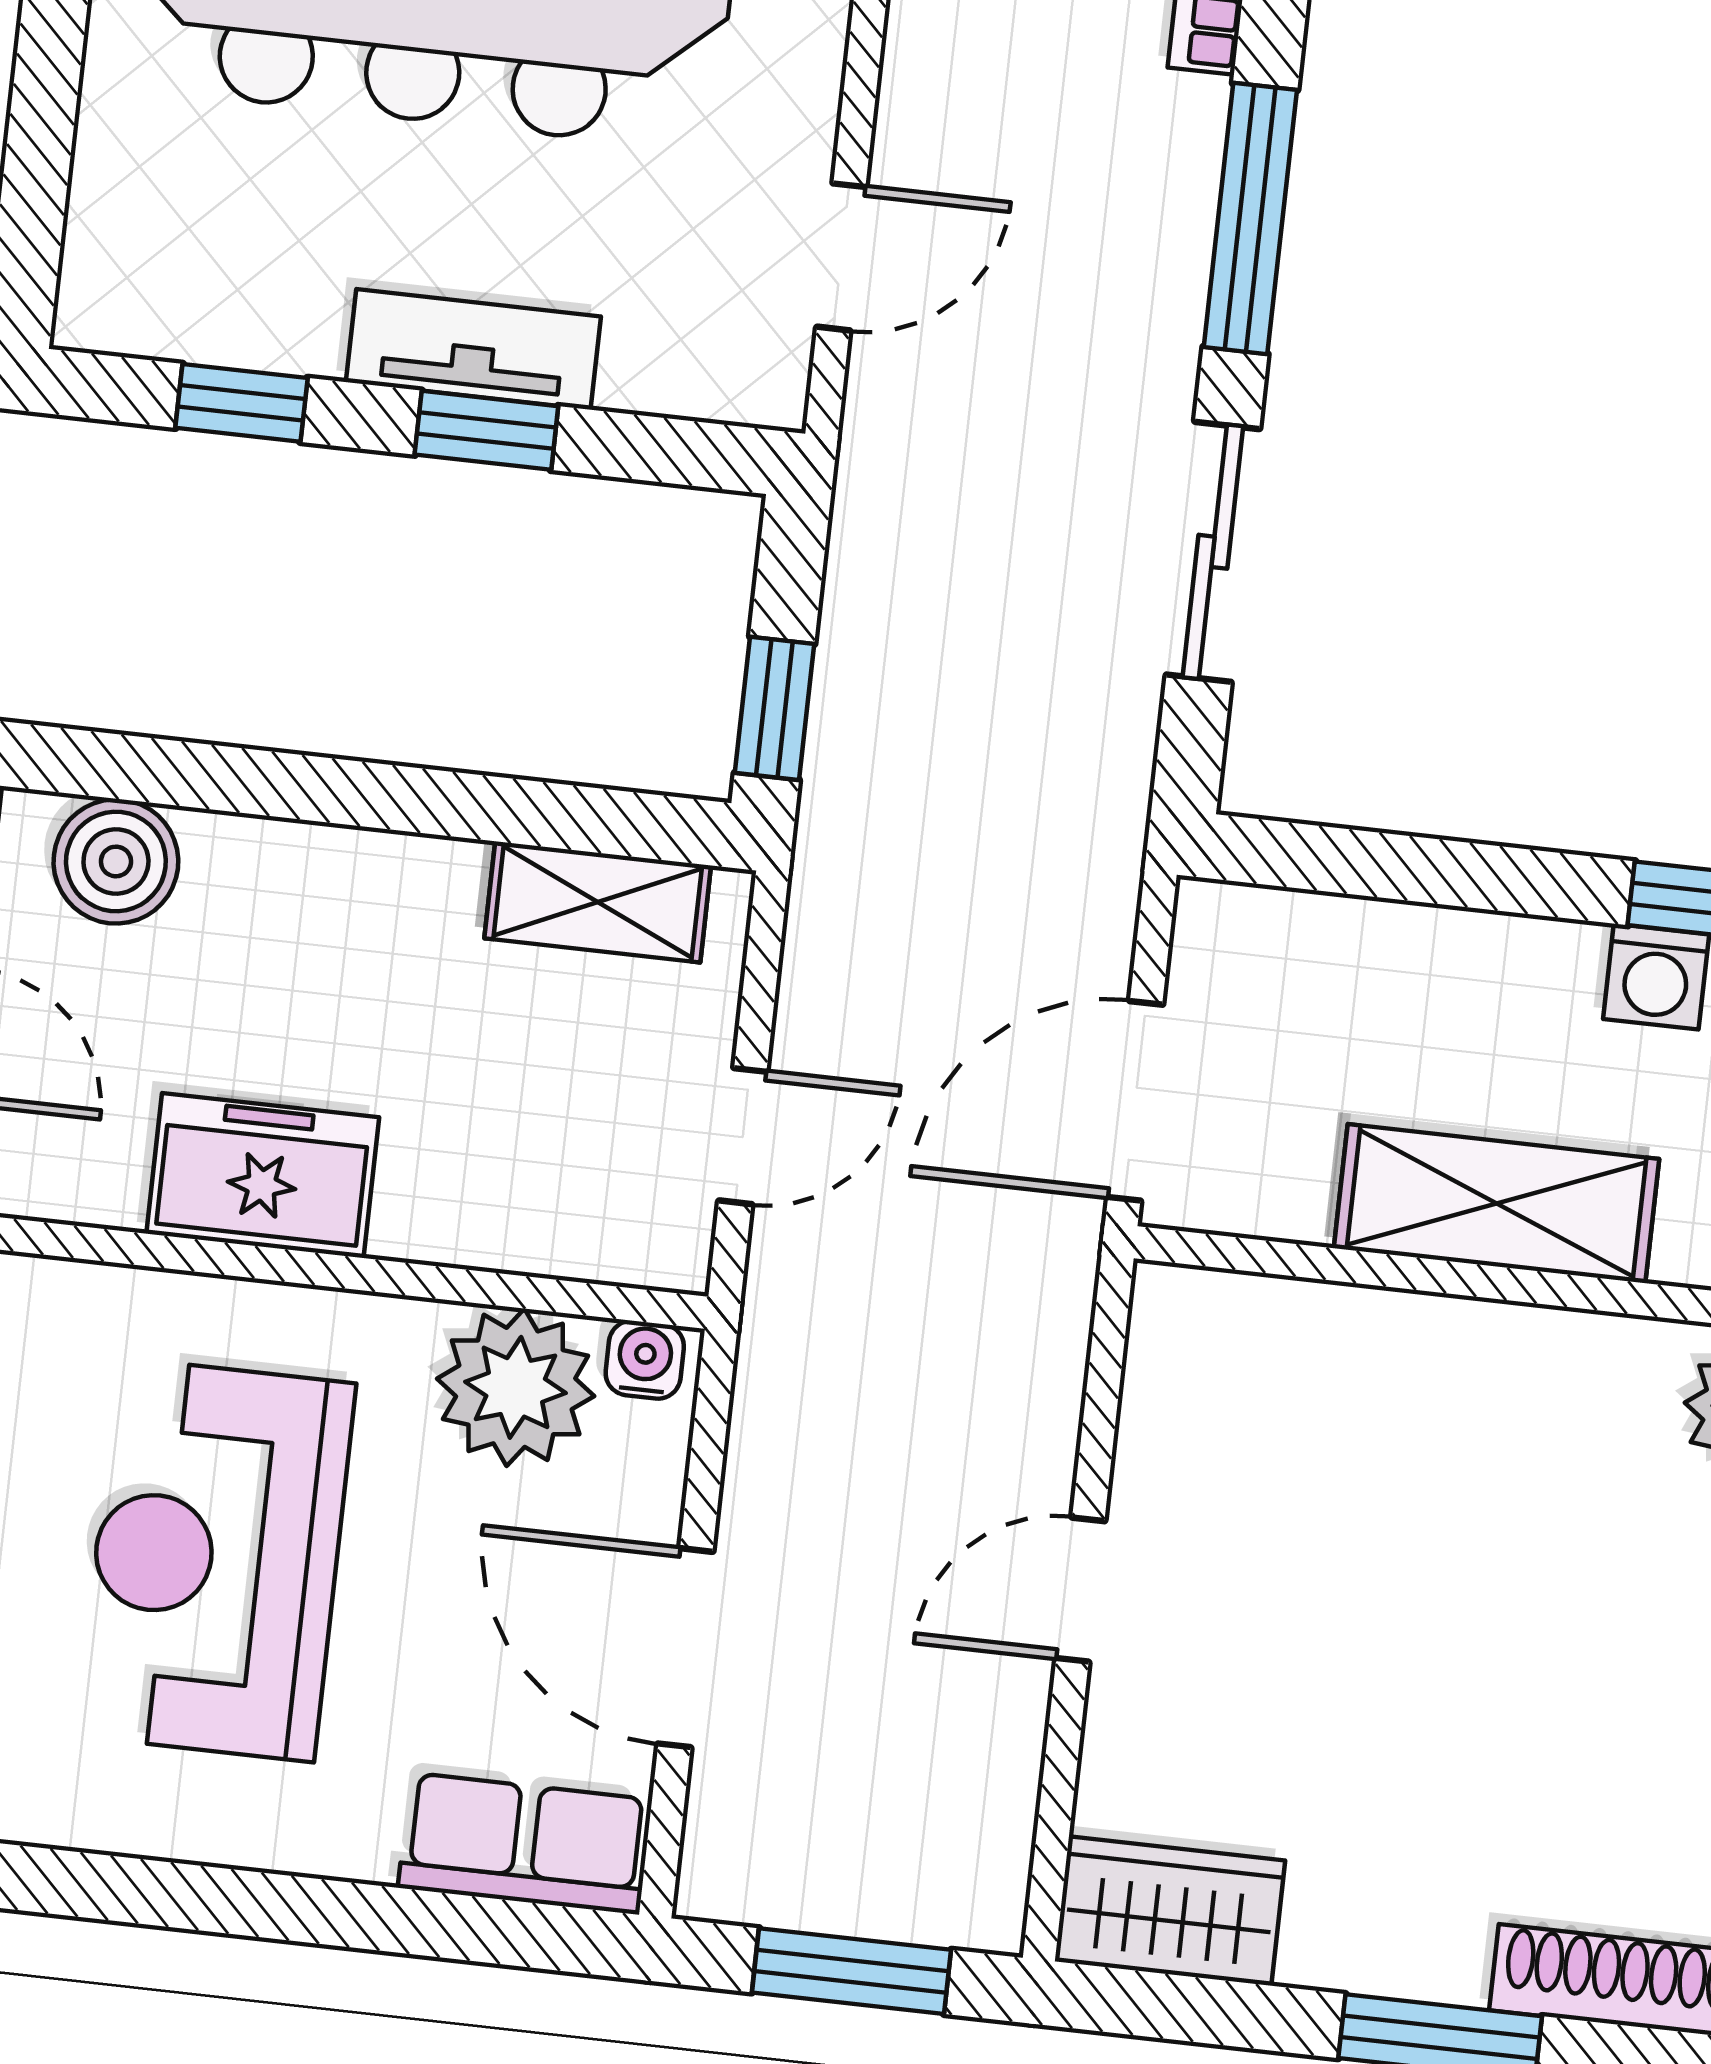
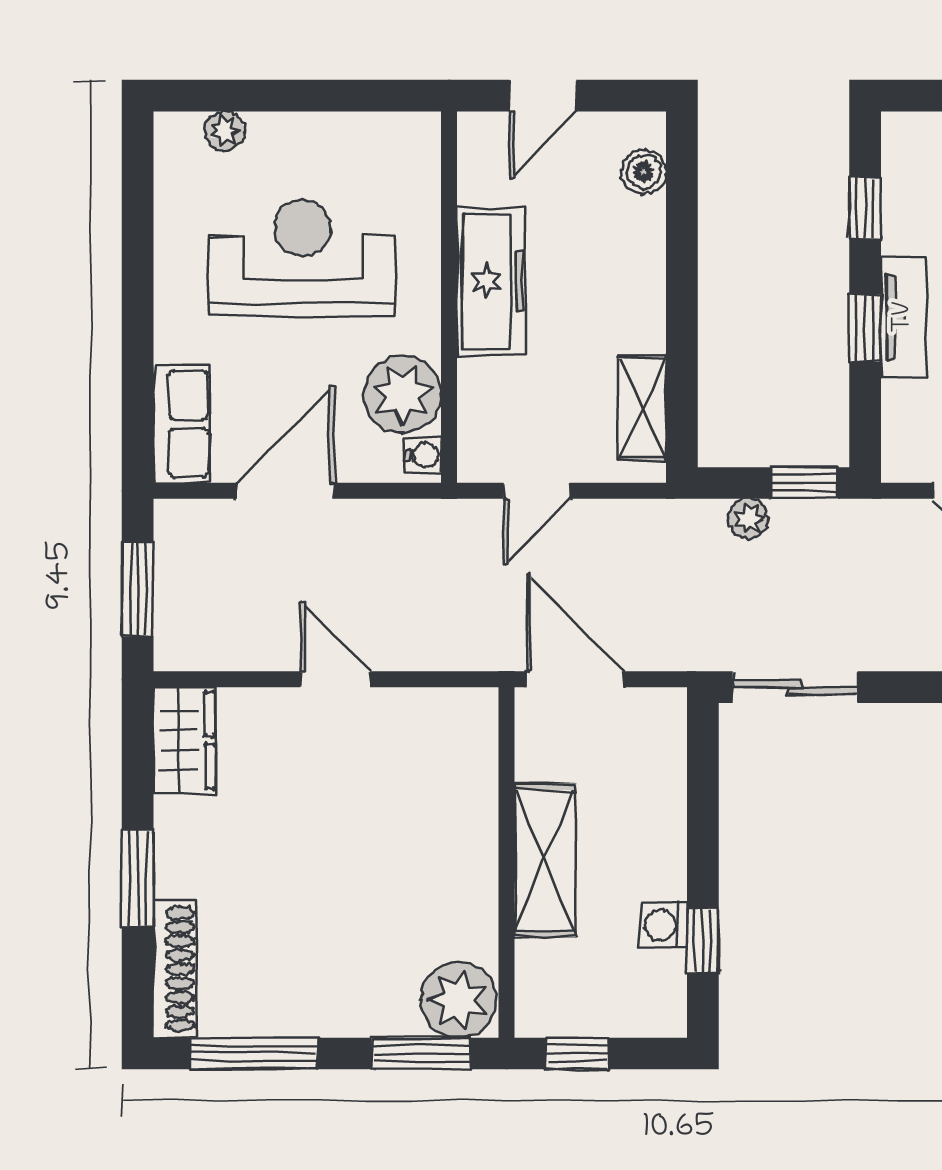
sliding door: (1213, 552) -> (795, 687), moved
window: (775, 708) -> (804, 483), moved
plant: (847, 711) -> (748, 518), added
boiler: (116, 861) -> (644, 172), width x0.73, depth x0.73
door: (743, 1136) -> (537, 491), hinge flipped
freezer: (263, 1175) -> (491, 281), width x1.40

